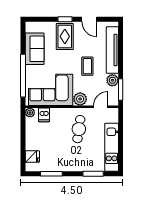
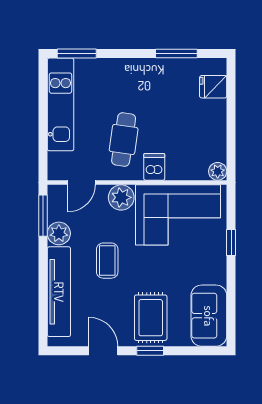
sofa: (35, 49) -> (209, 316), moved
window: (23, 76) -> (231, 242), width x0.32
dishwasher: (44, 115) -> (154, 167), moved
window: (93, 174) -> (77, 54), moved

